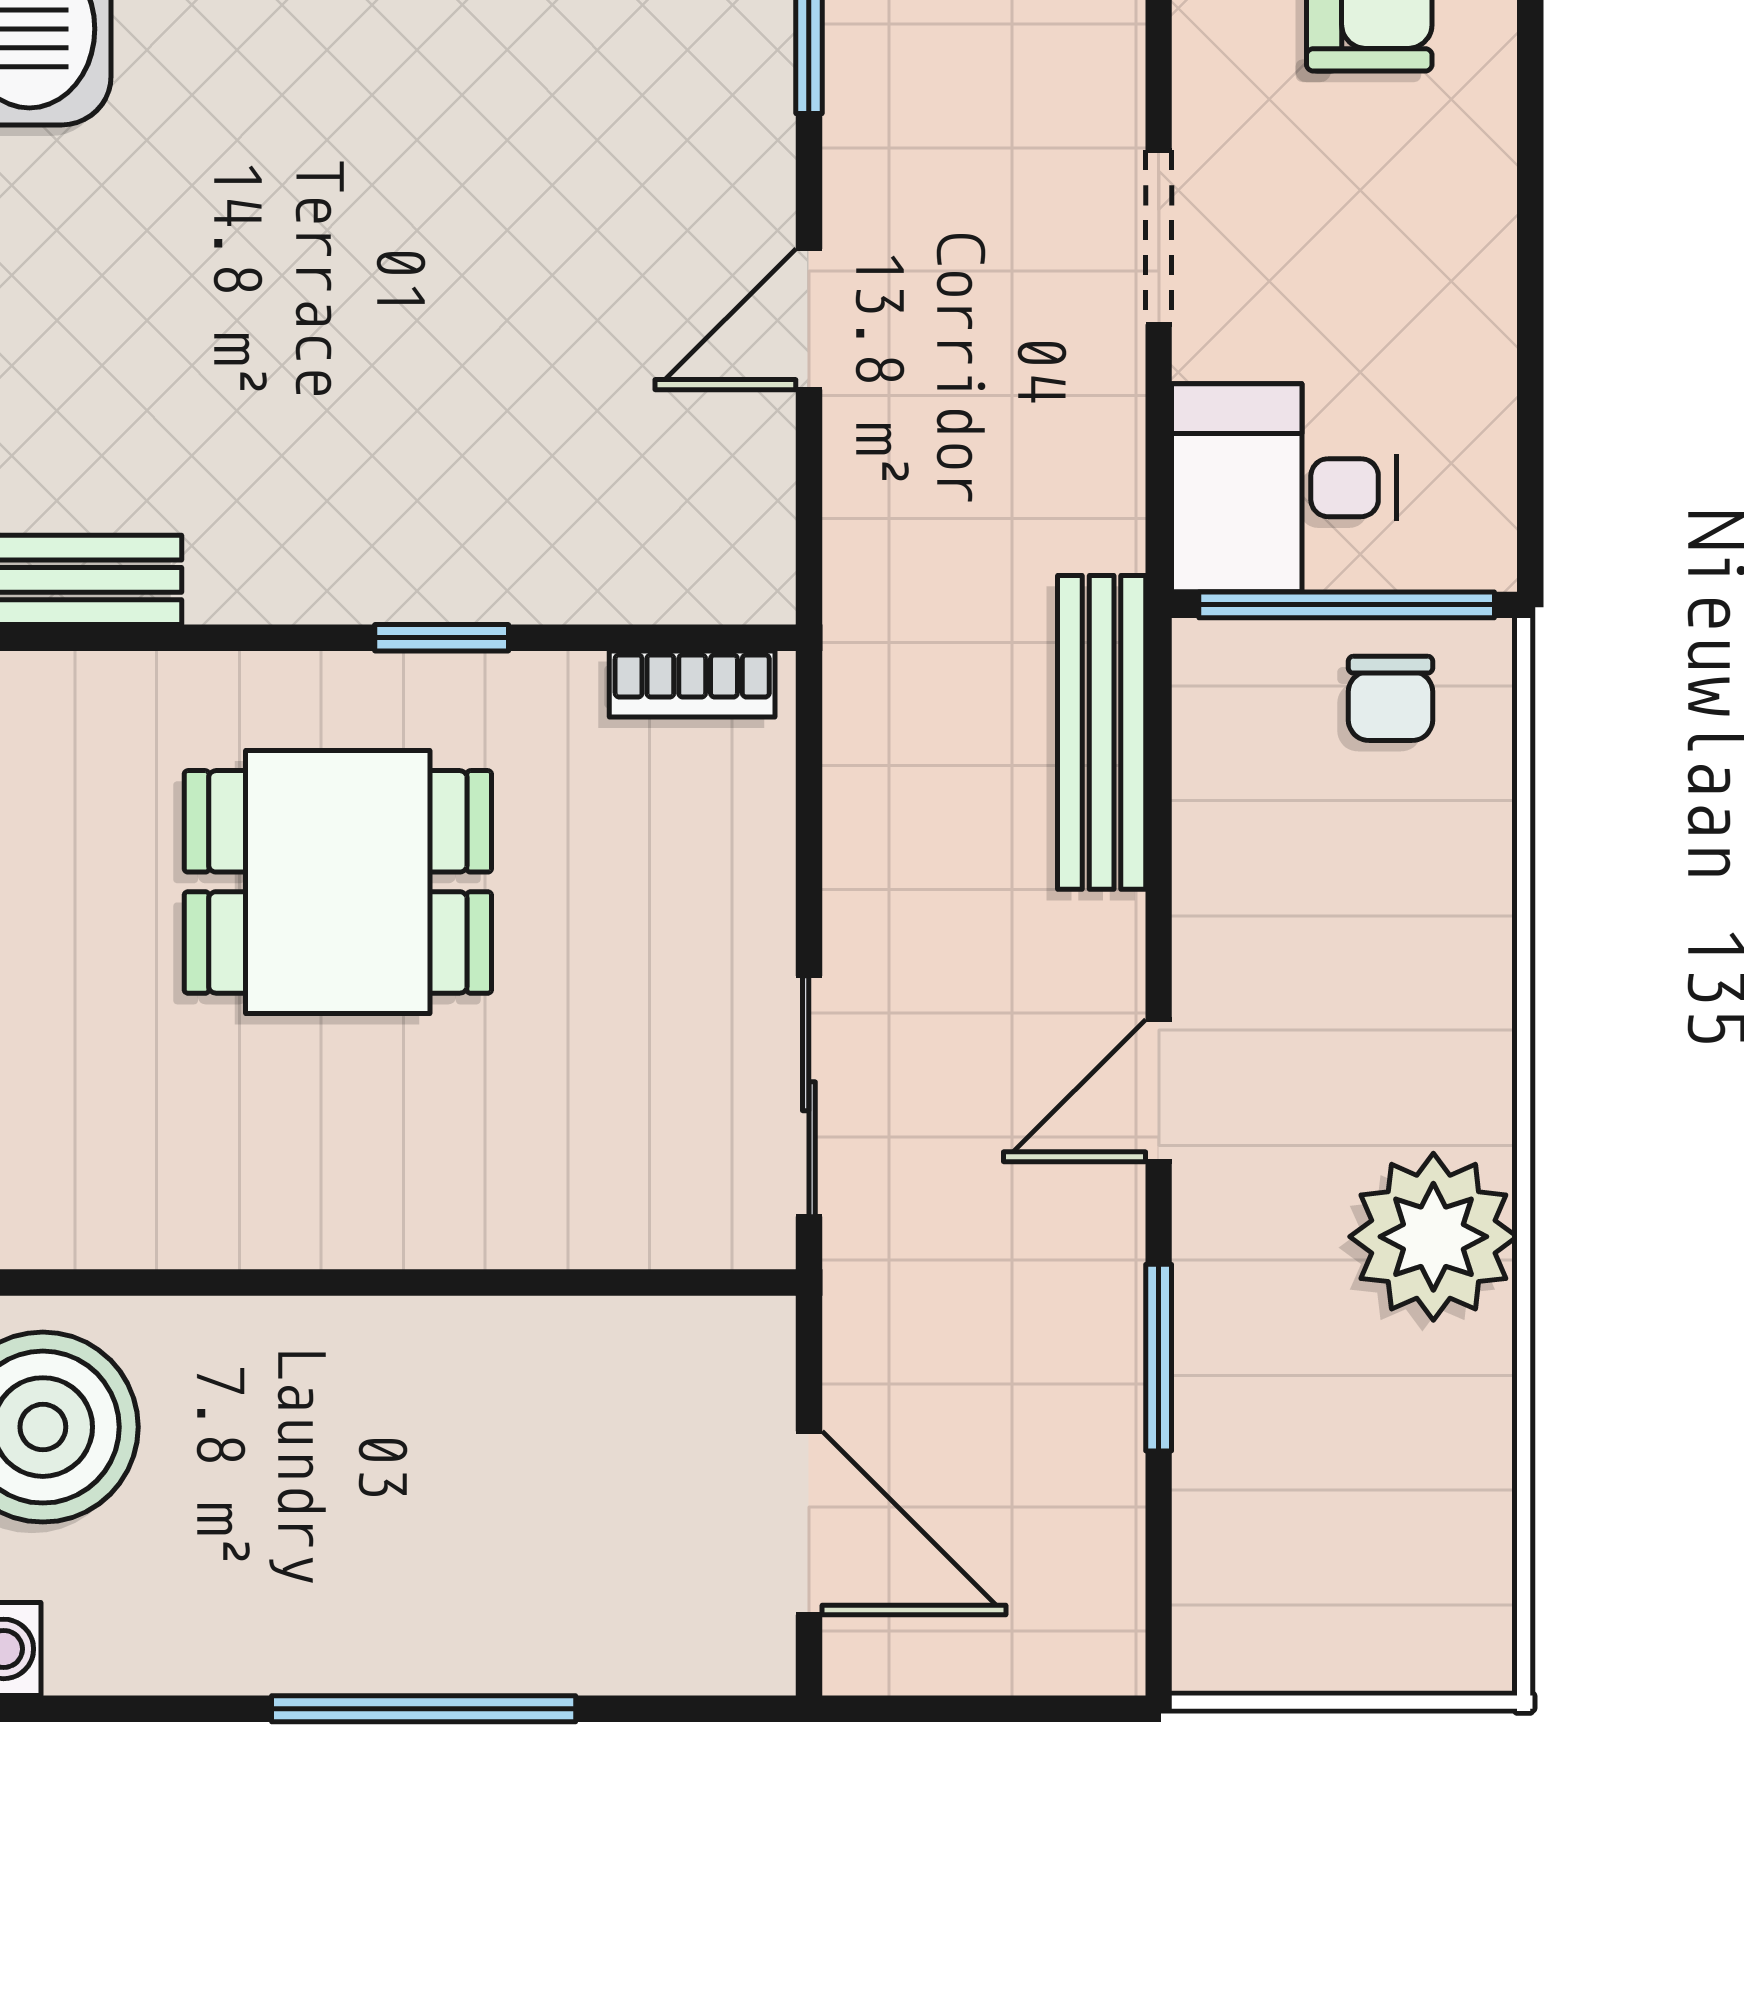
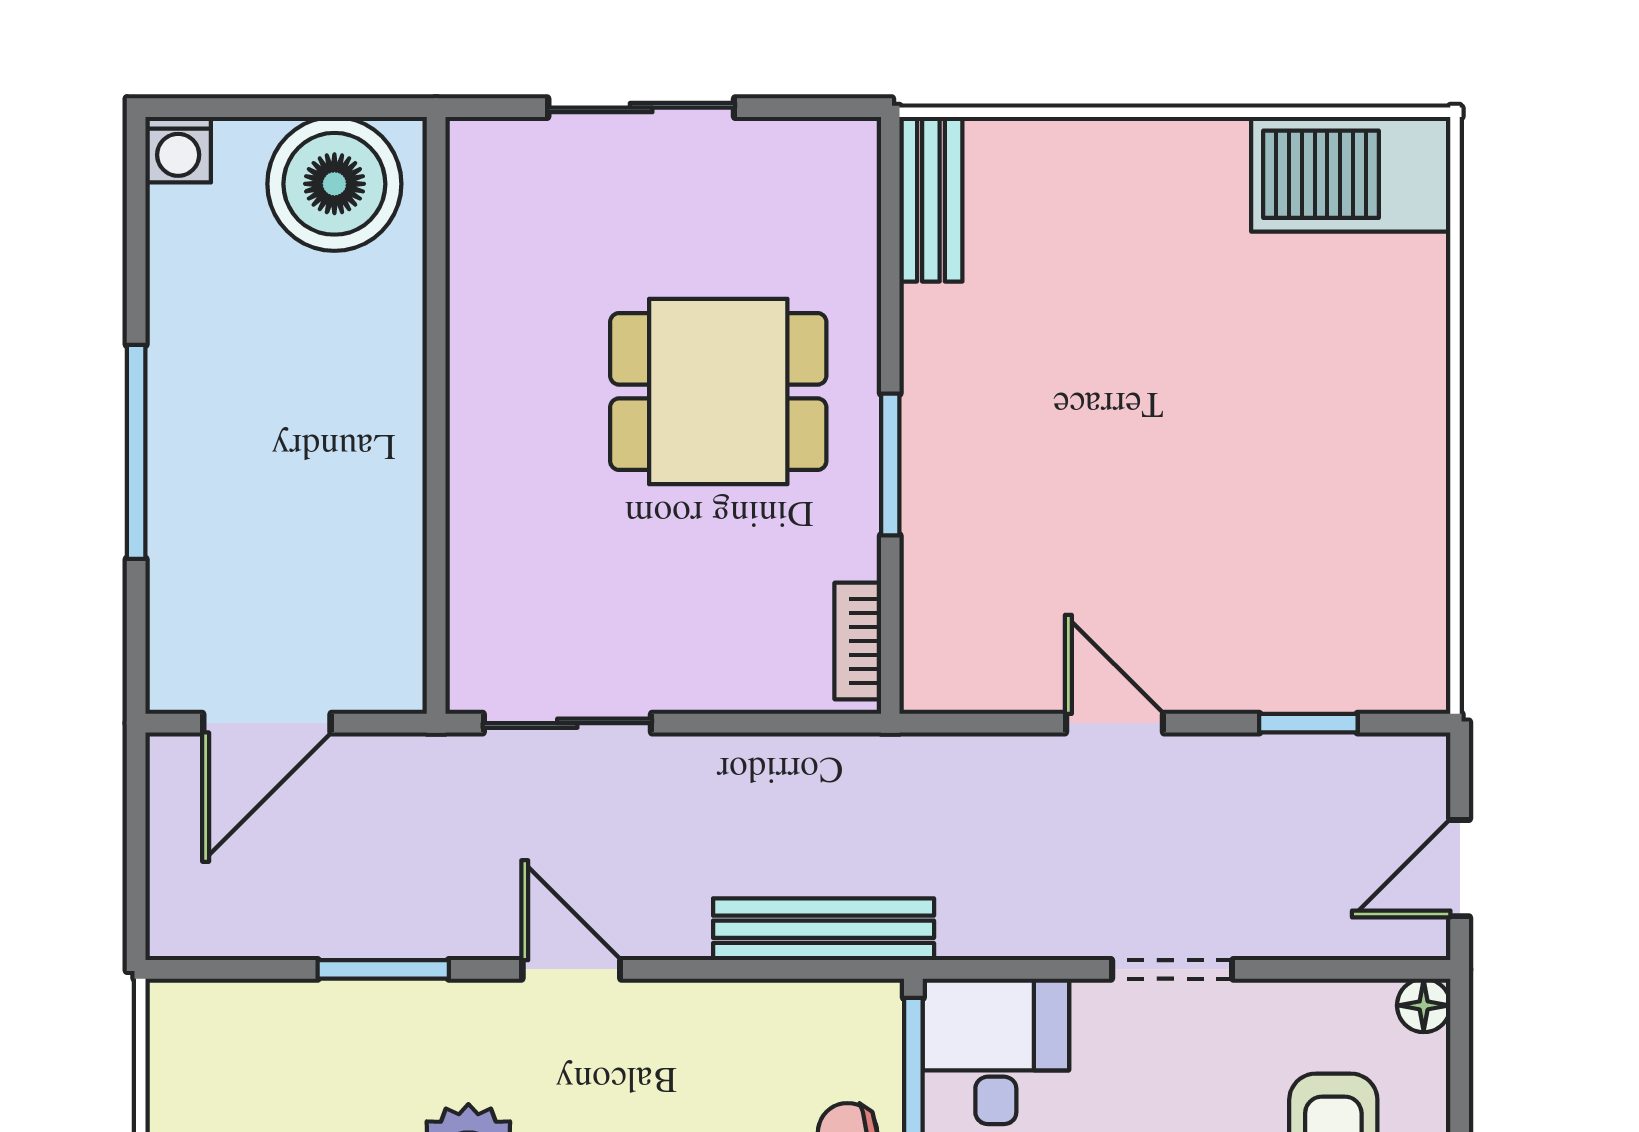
window: (442, 638) -> (890, 465), width x1.50
dining table: (338, 882) -> (718, 392), turned 90

